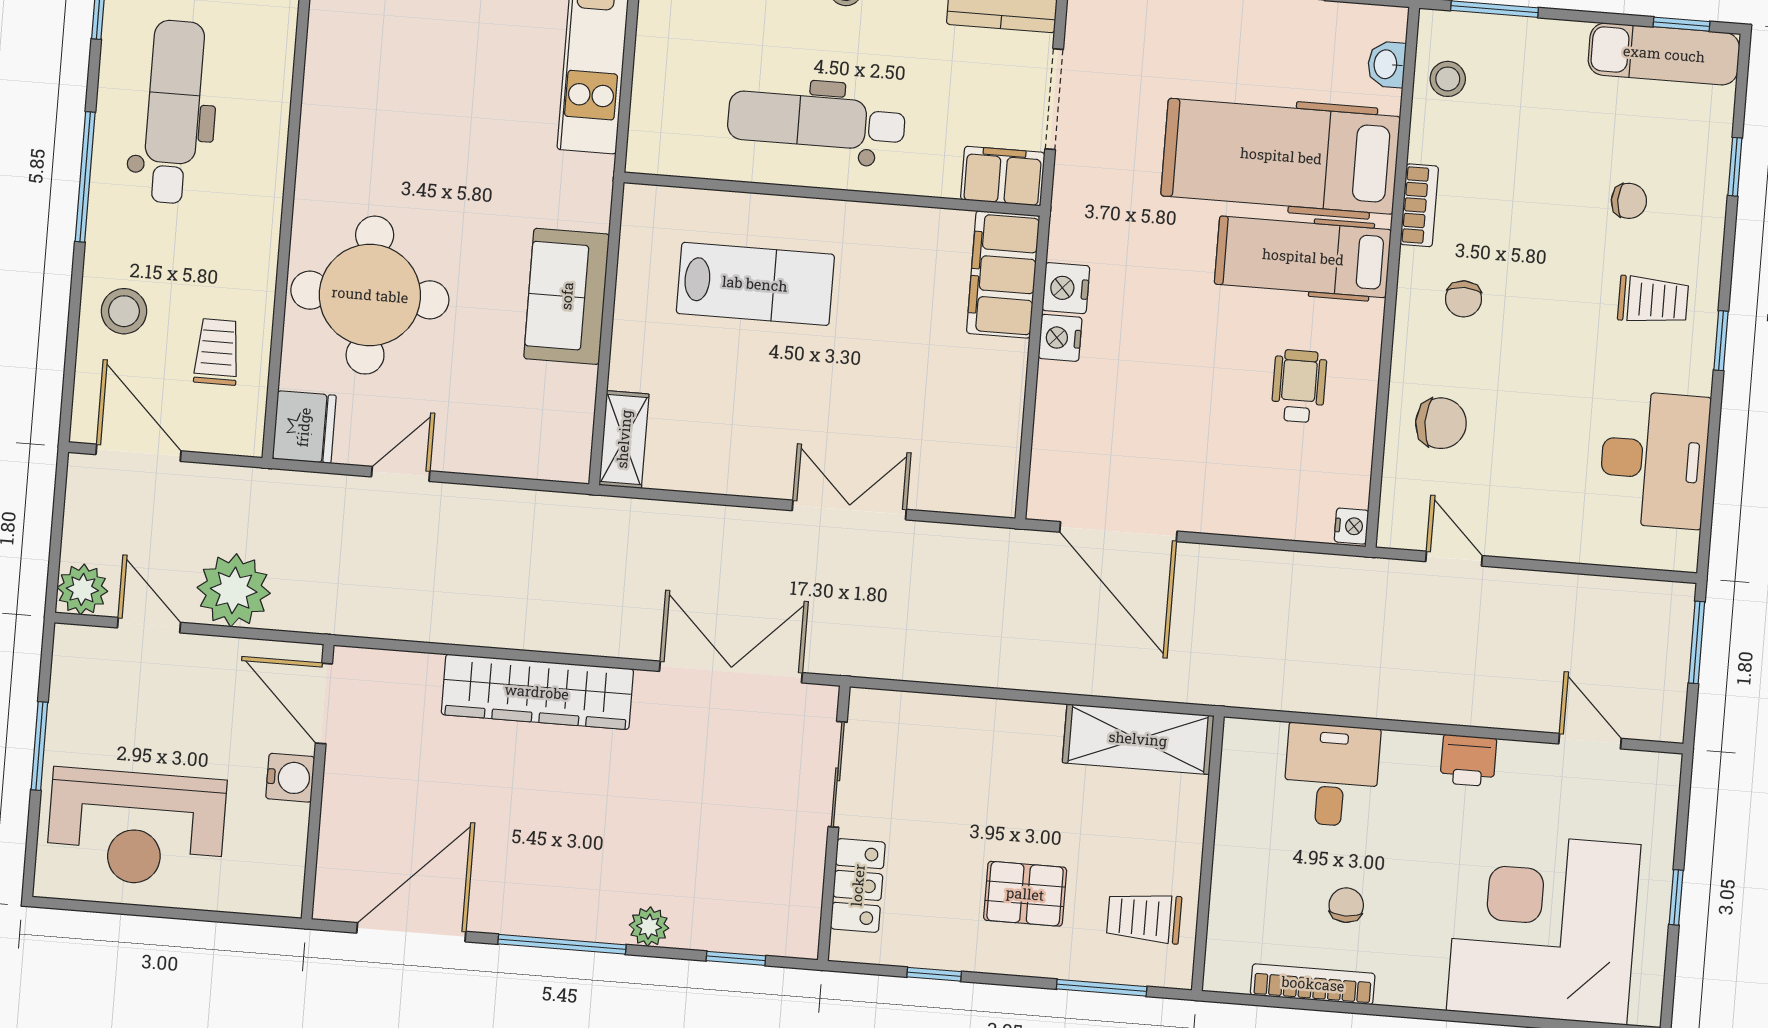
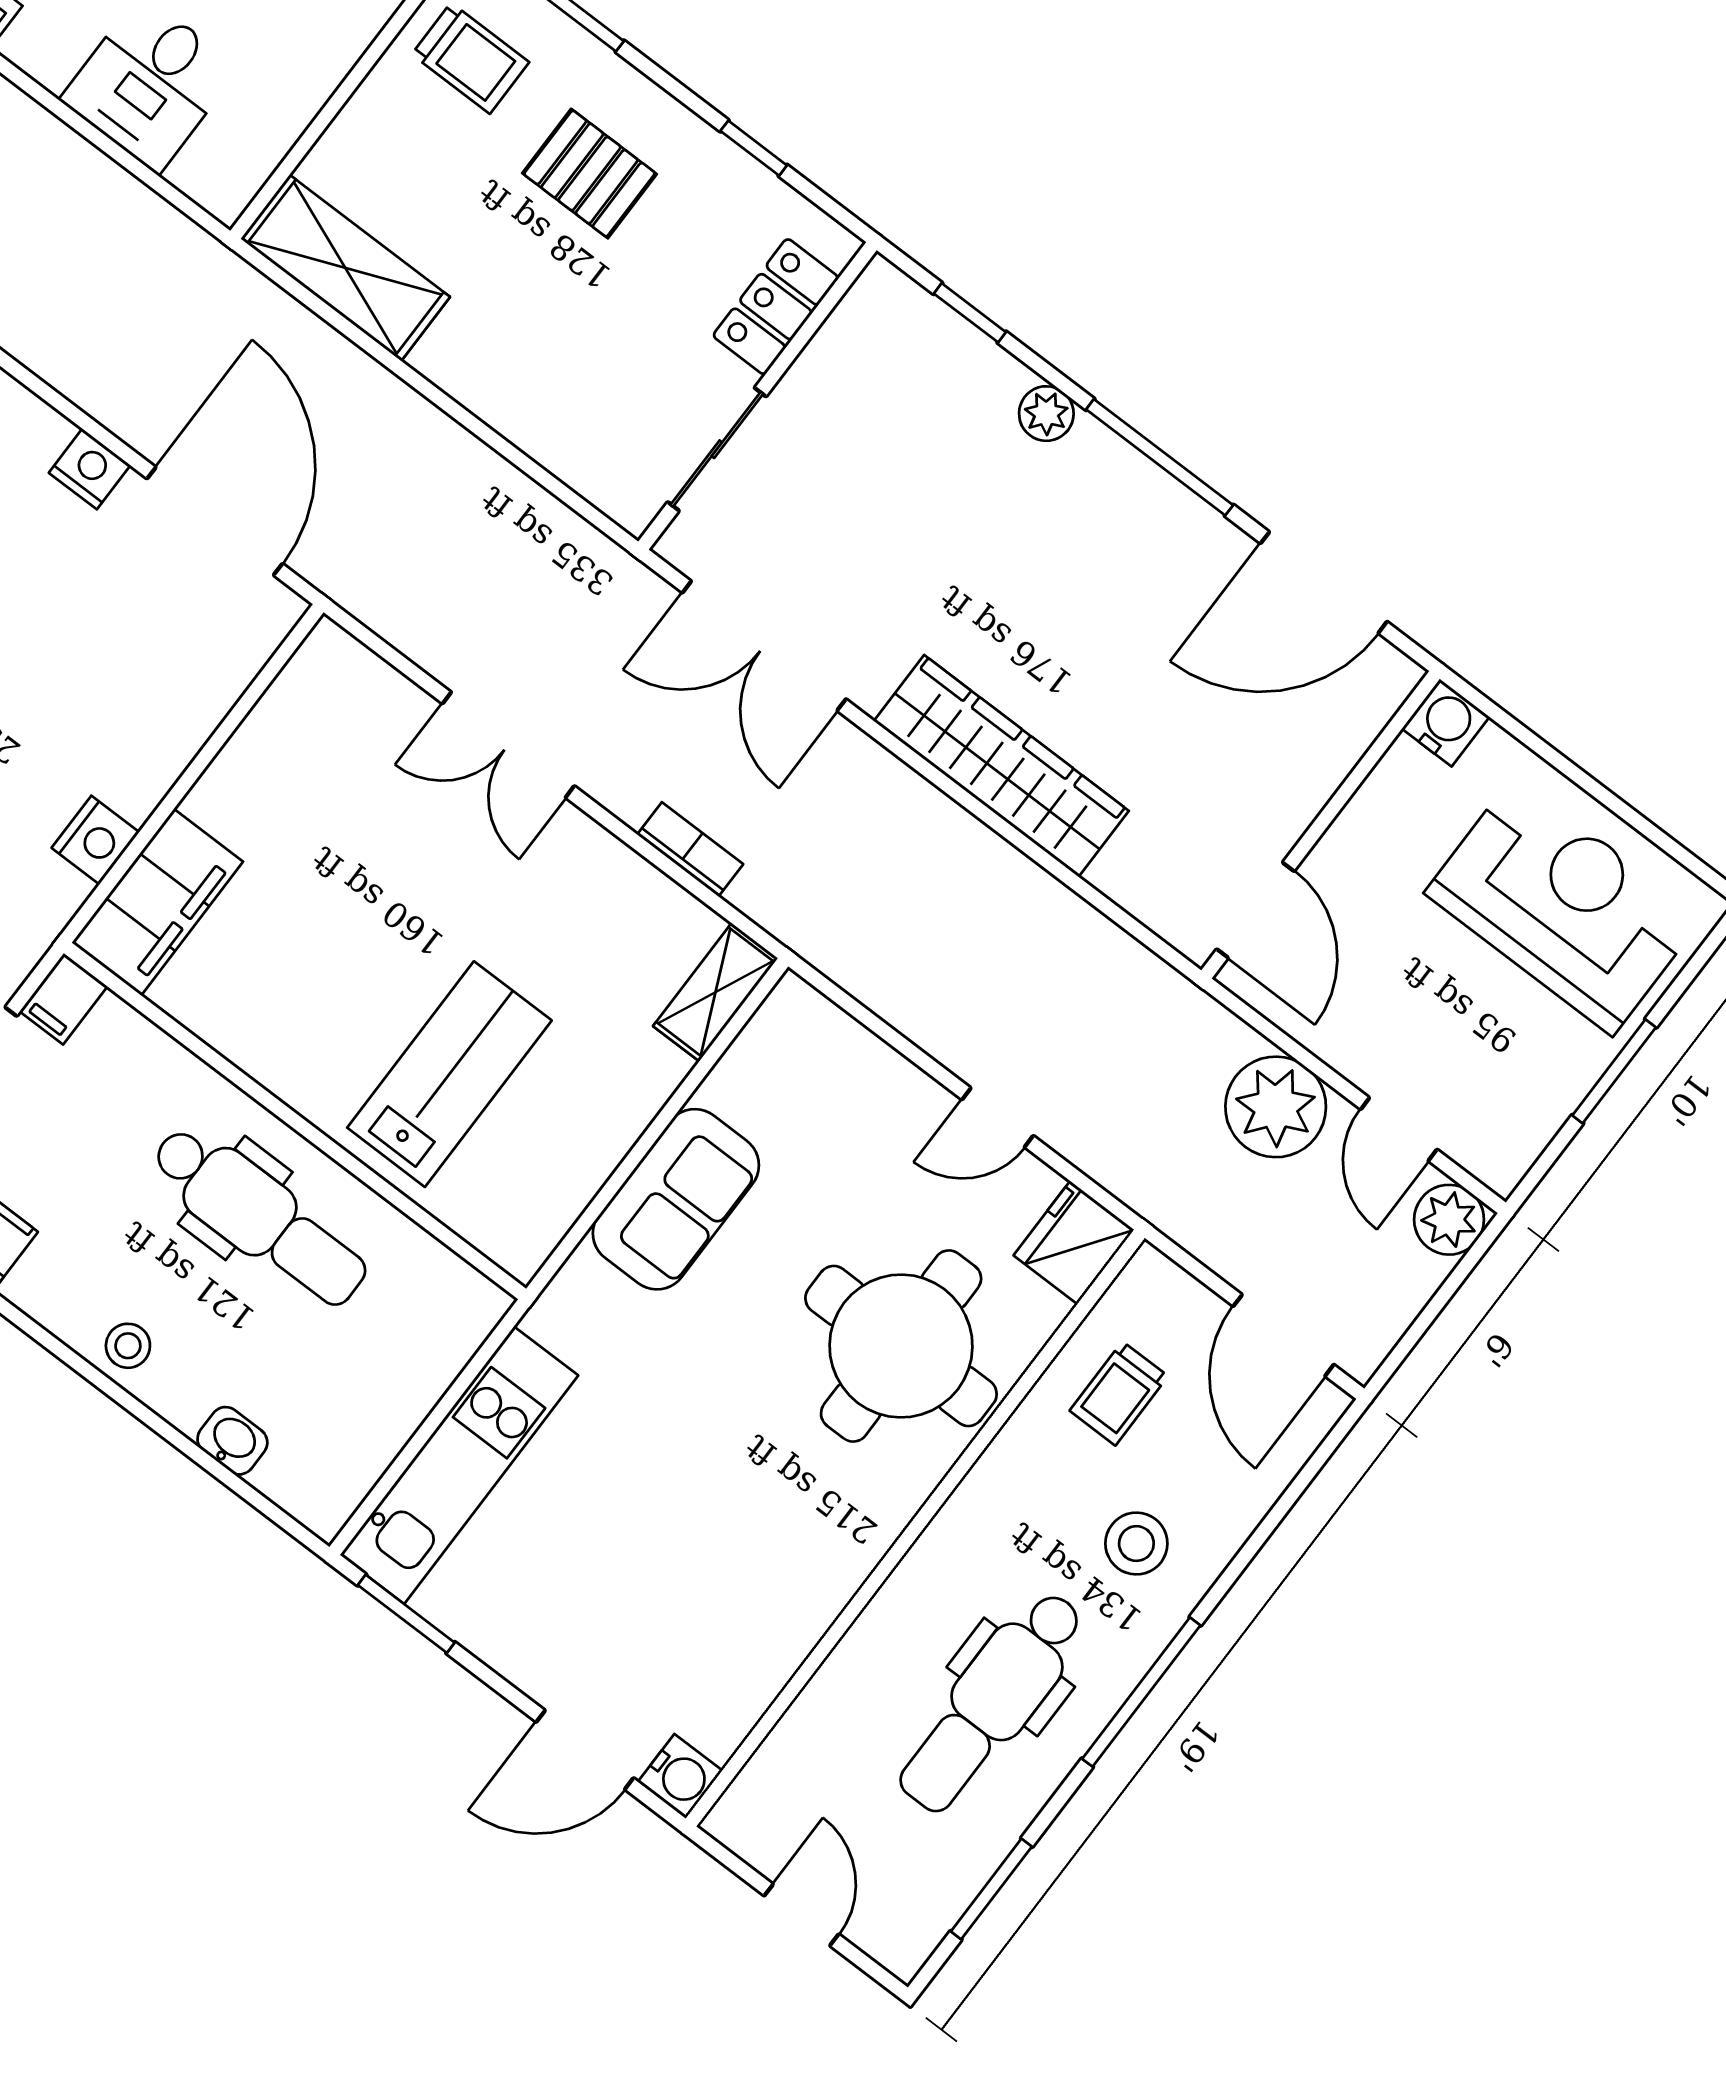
filing cabinet: (1003, 176) -> (63, 999), width x0.50
lab bench: (755, 284) -> (449, 1074), turned 90
stool: (124, 311) -> (1136, 1544), moved
nightstand: (1060, 338) -> (90, 469), moved, turned -90
bookcase: (696, 517) -> (690, 849), added
water cooler: (290, 778) -> (1446, 723), moved, turned 90

